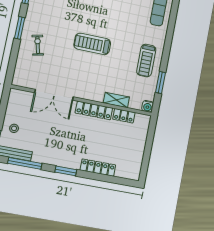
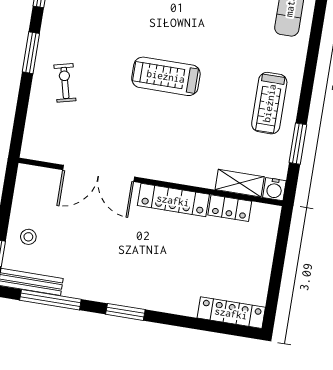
shelving: (116, 100) -> (240, 183), moved
locker: (98, 168) -> (231, 313), moved

